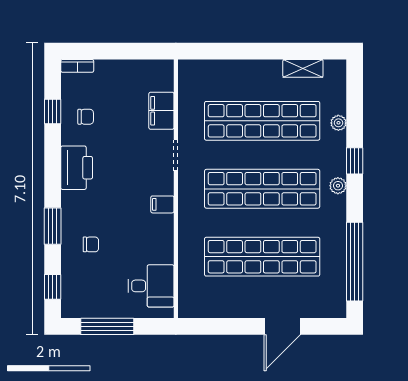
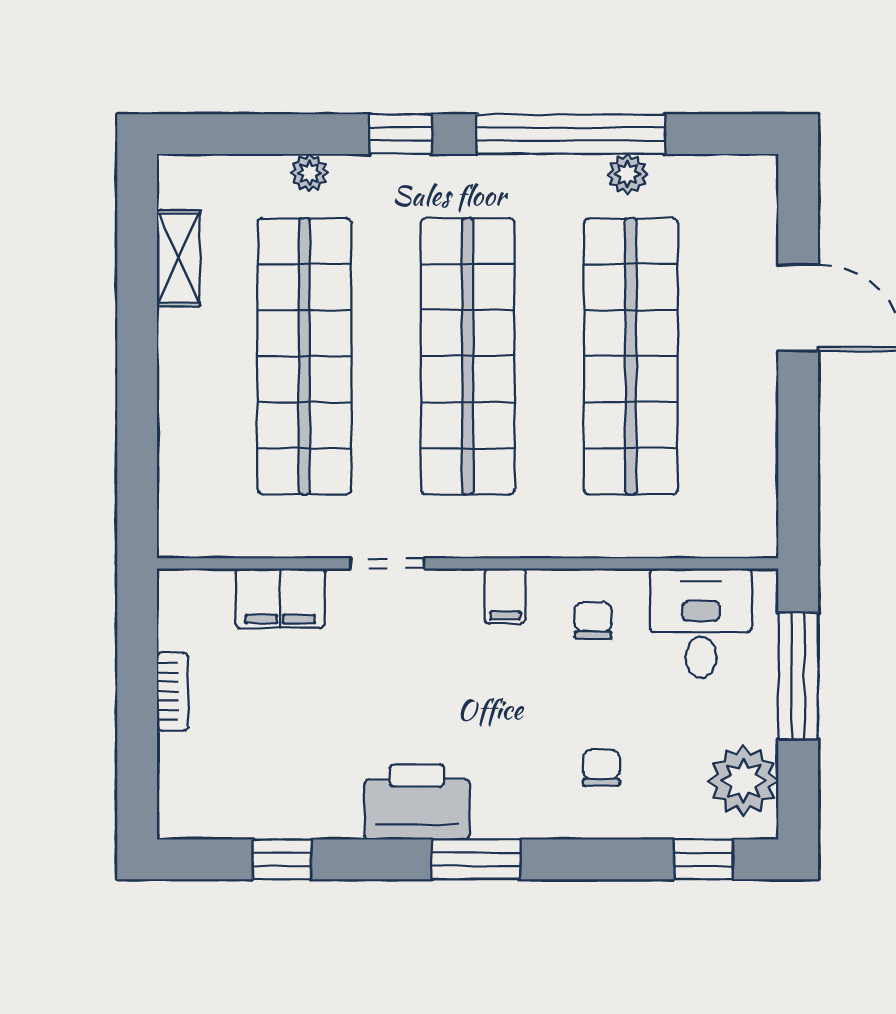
bookcase: (77, 66) -> (172, 692), moved
chair: (86, 117) -> (593, 620), moved
plant: (338, 186) -> (628, 174), moved
window: (53, 226) -> (476, 859), moved
window: (355, 262) -> (571, 134), moved
plant: (85, 304) -> (743, 781), added
window: (107, 326) -> (798, 676), moved

